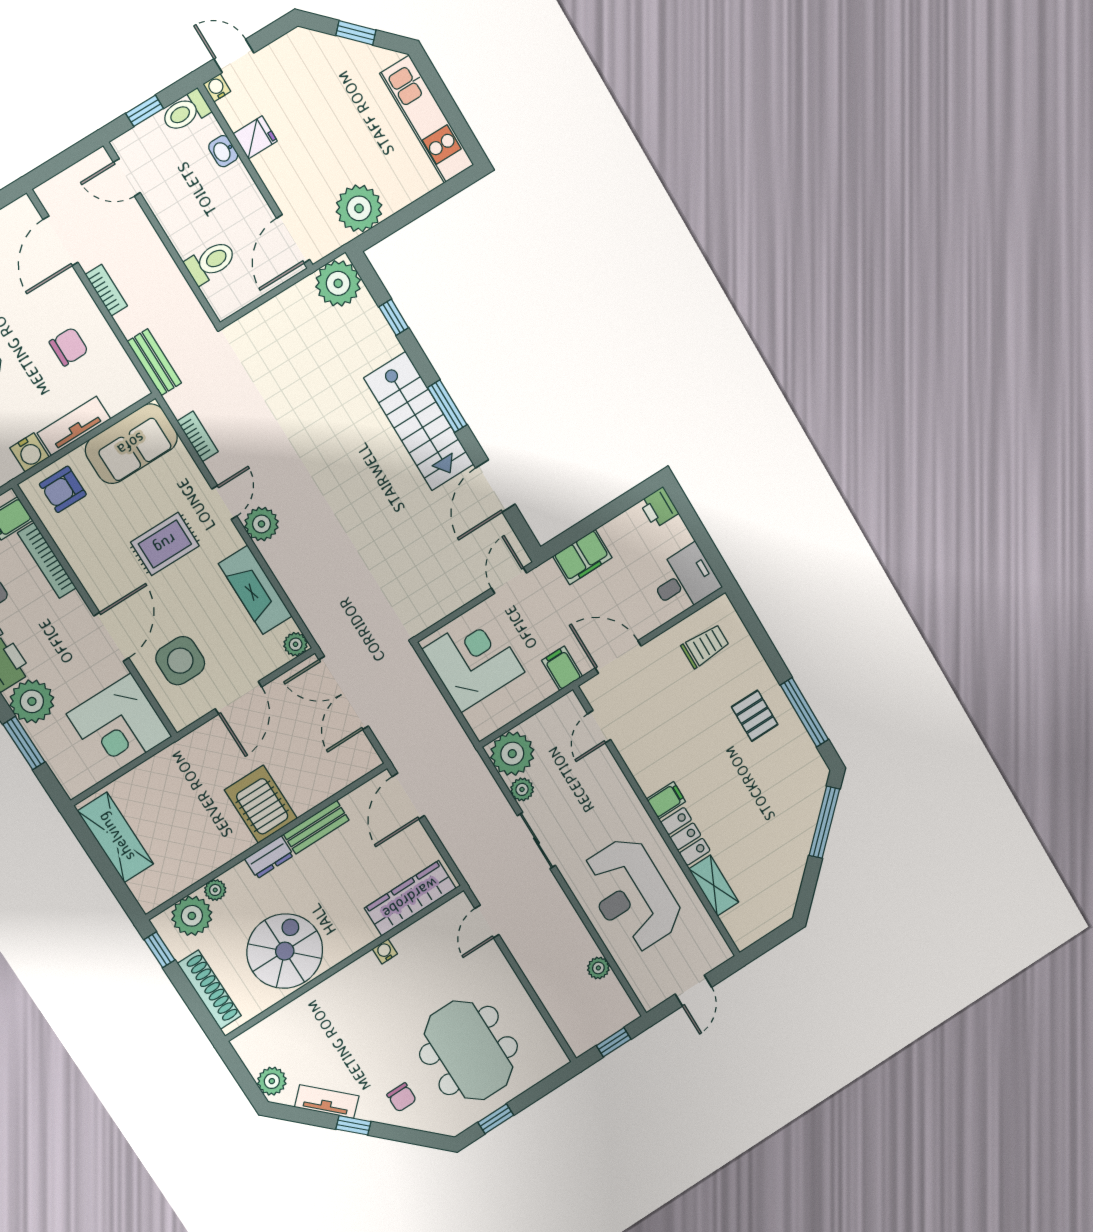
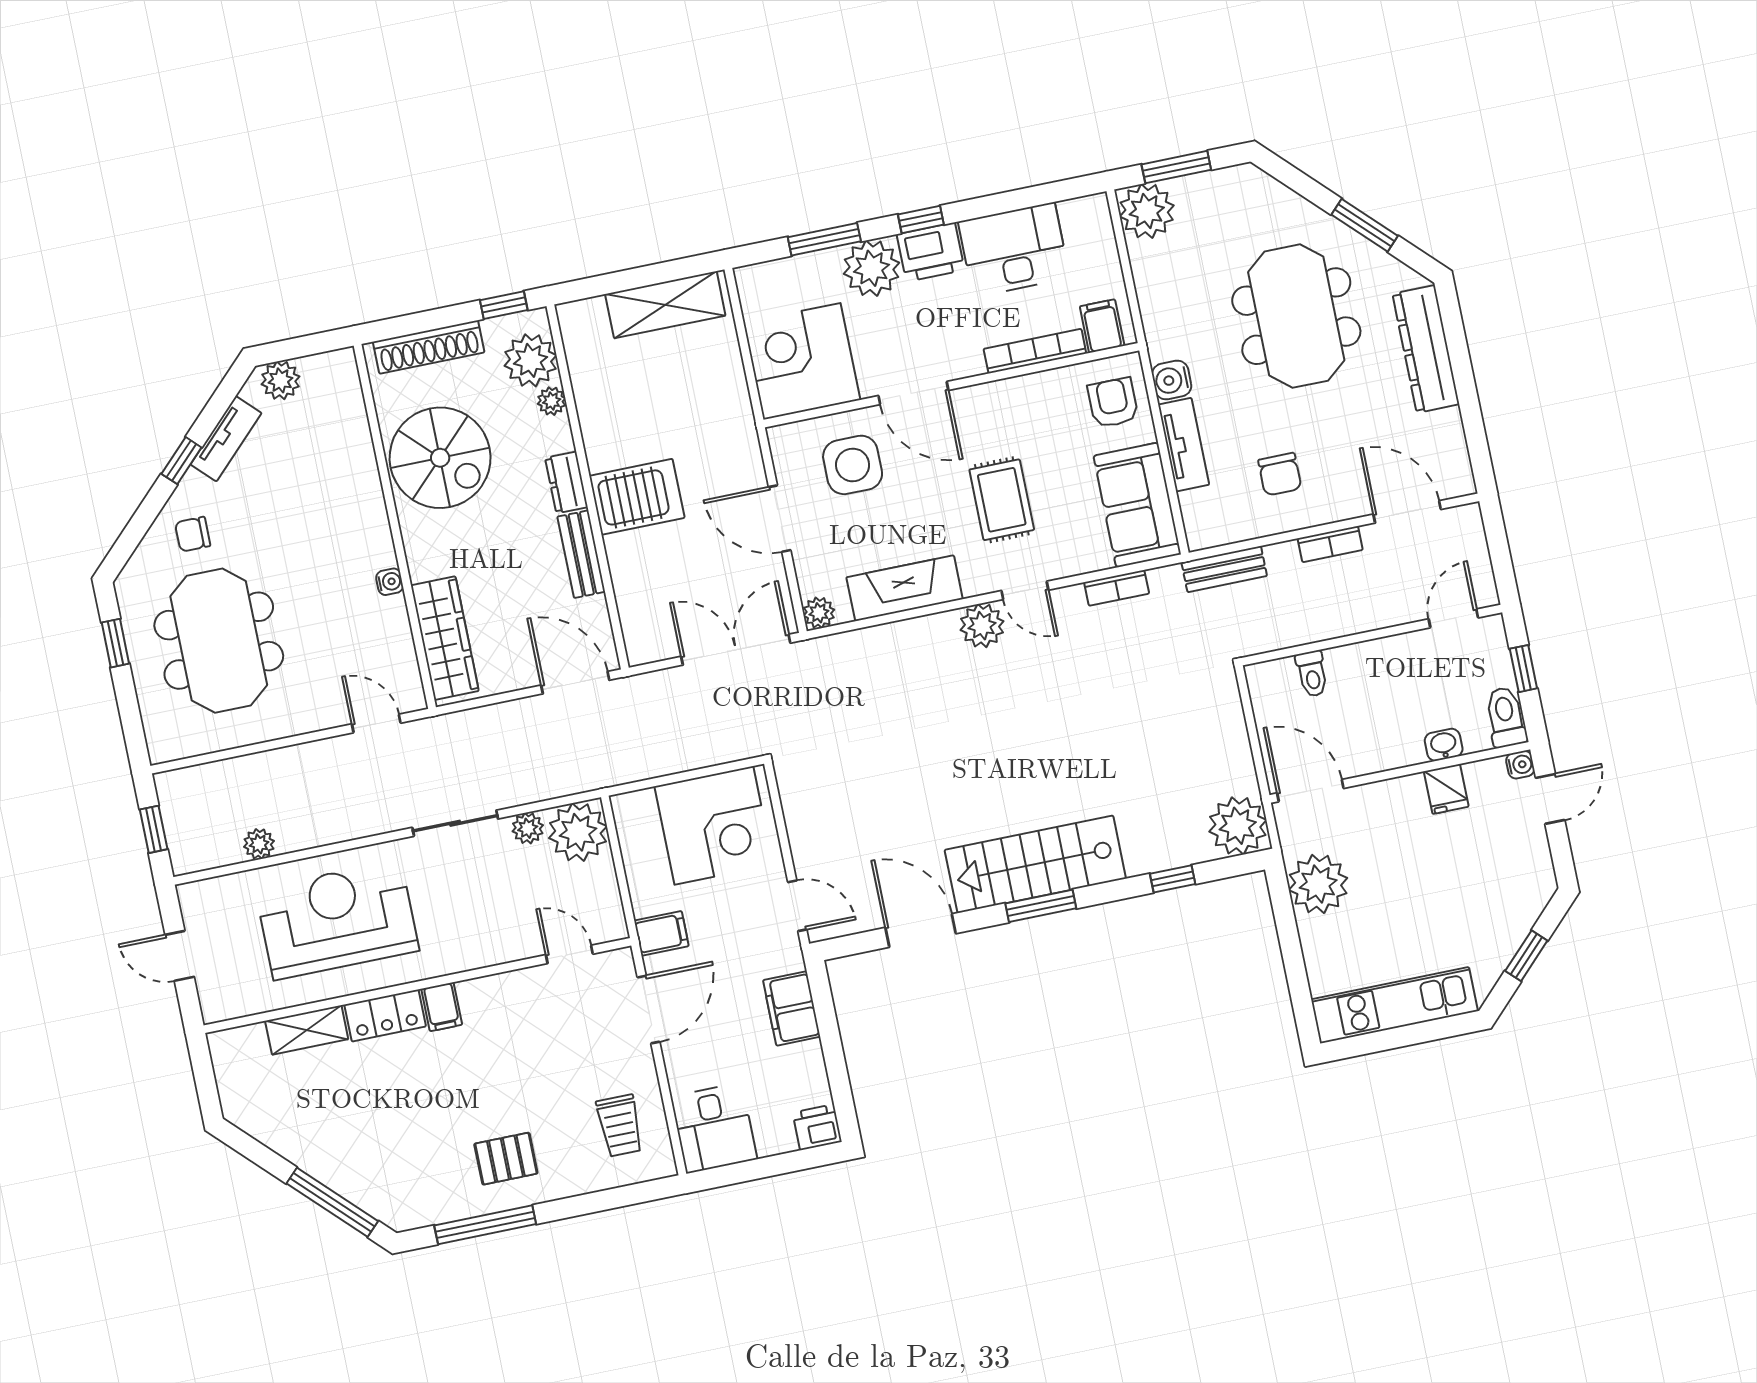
toilet: (211, 262) -> (1312, 674), width x0.73, depth x0.72
meeting table: (469, 1051) -> (219, 641), turned 90

